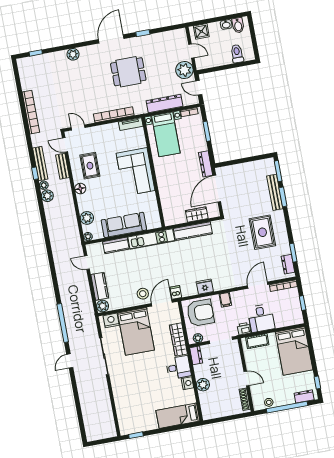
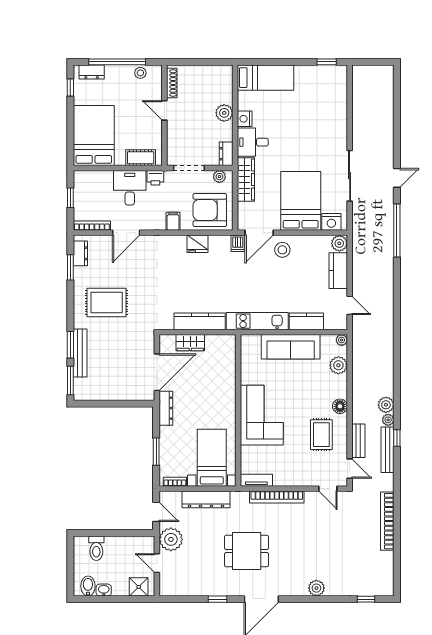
rug: (262, 232) -> (107, 303), turned 90

